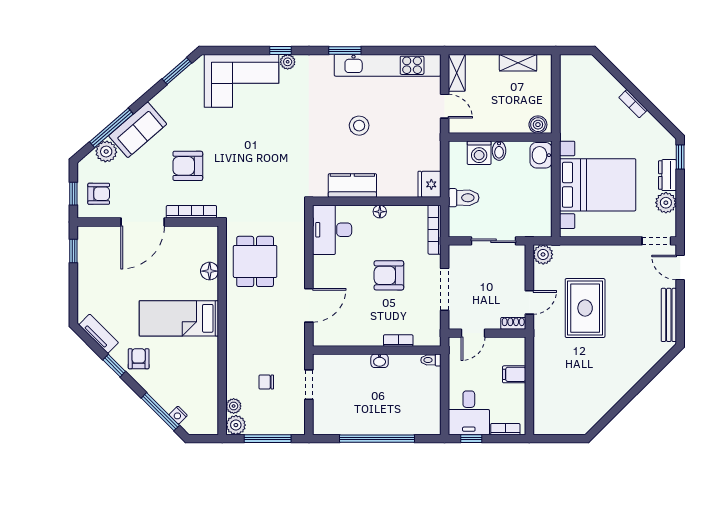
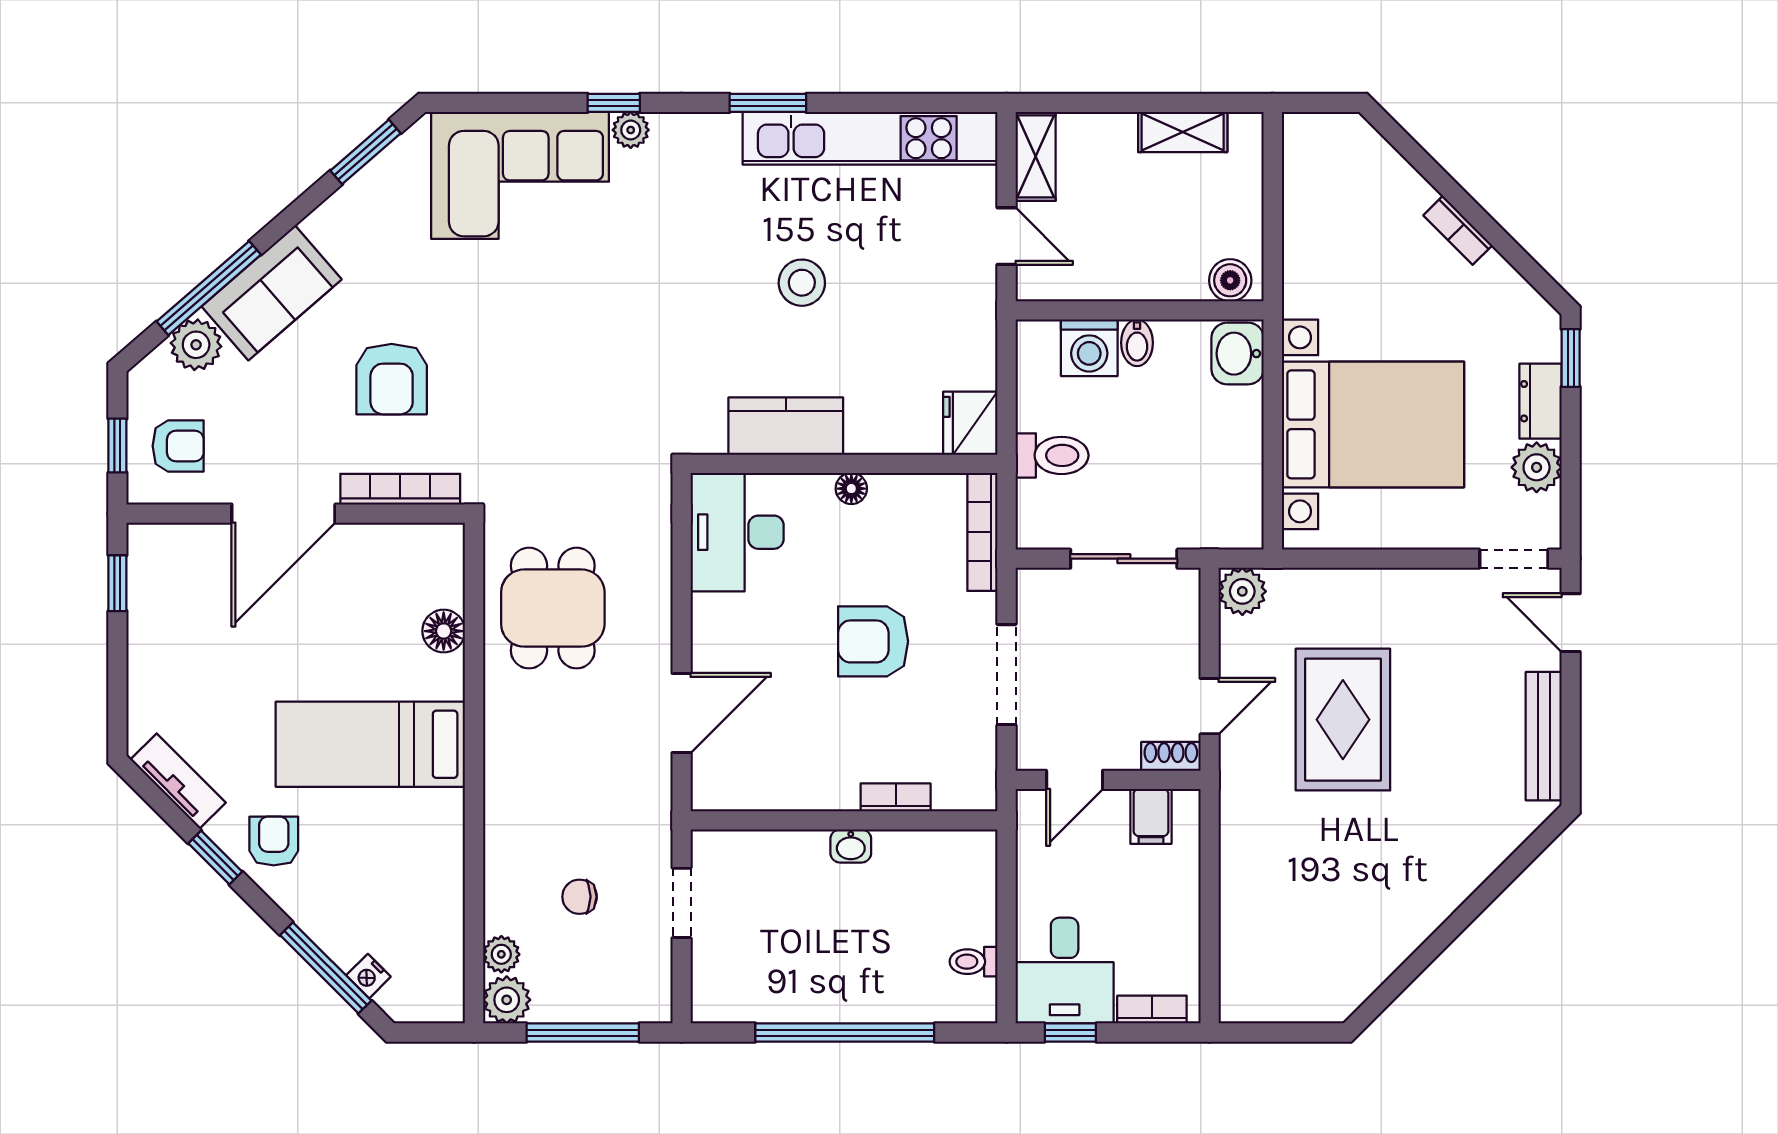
armchair: (188, 166) -> (392, 379), turned -90
toilet: (431, 360) -> (974, 962), moved
filing cabinet: (514, 374) -> (1151, 816), moved, turned -90

